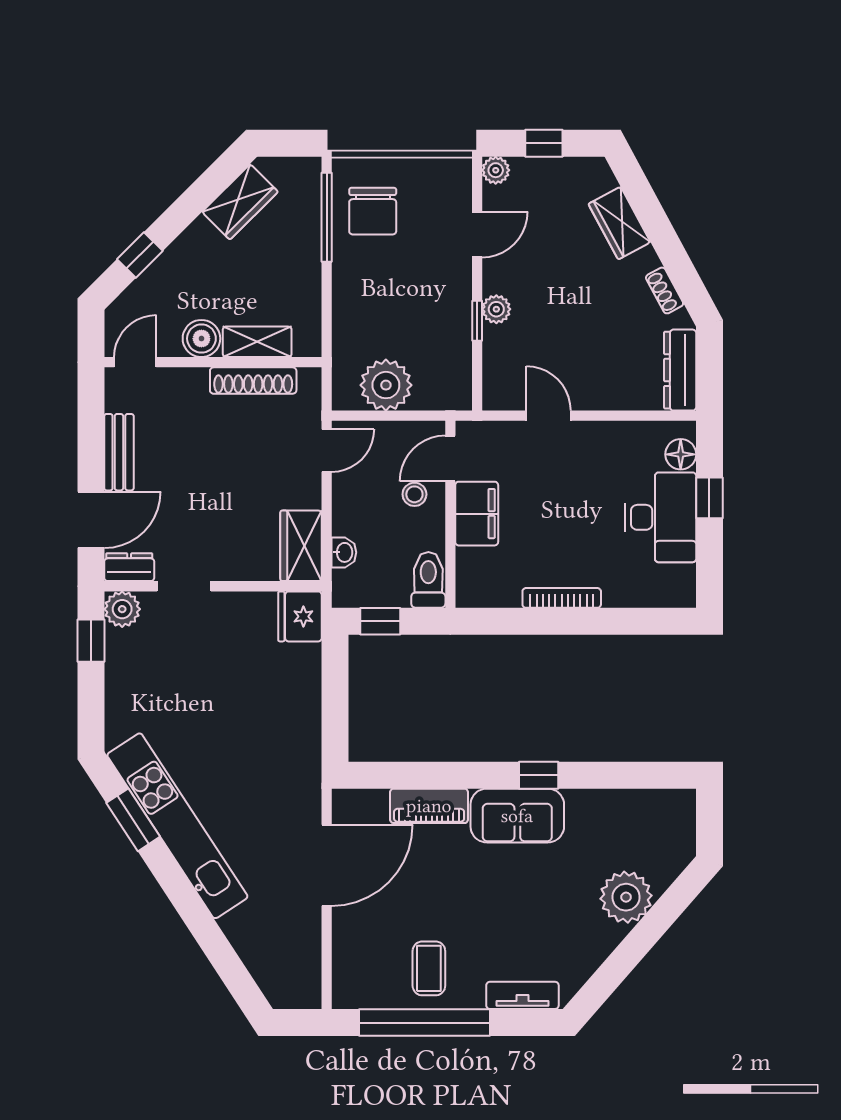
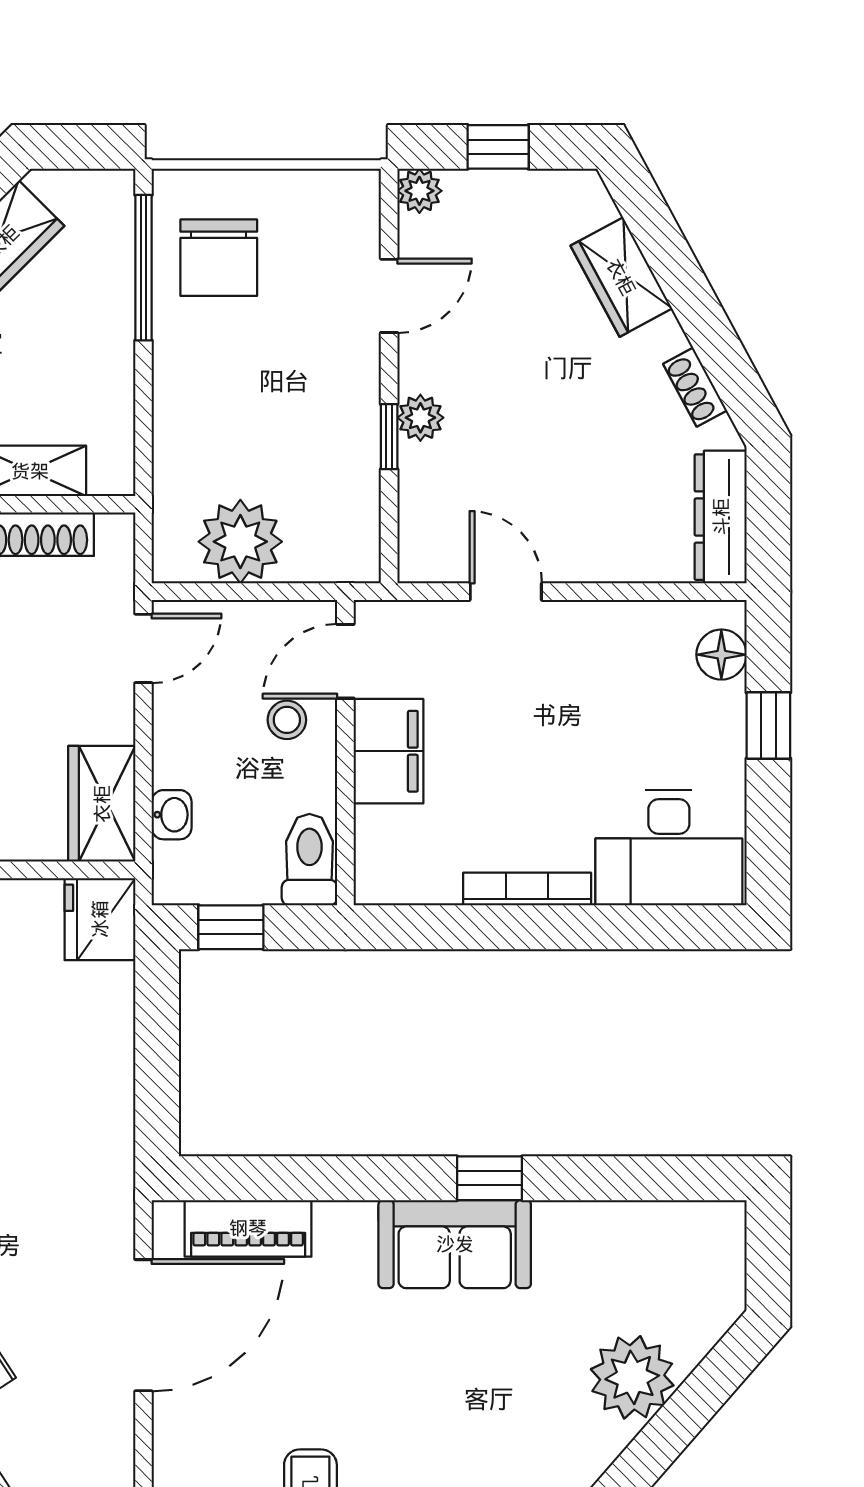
desk: (661, 517) -> (669, 848), moved, turned 90
piano: (429, 806) -> (248, 1228), moved

